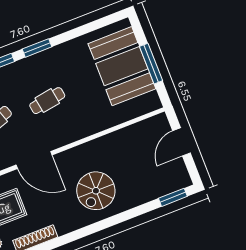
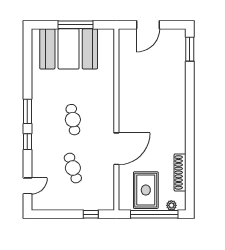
door: (182, 142) -> (148, 25), hinge flipped
spiral stairs: (96, 191) -> (160, 109), removed

